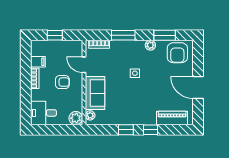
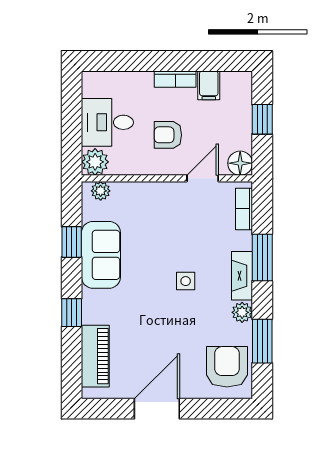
fireplace: (132, 45) -> (242, 276), added
floor lamp: (76, 46) -> (240, 163), added
armchair: (177, 53) -> (227, 367), turned 90
armchair: (62, 82) -> (168, 135), turned 90
sofa: (95, 93) -> (101, 255), moved, turned -90
desk: (43, 113) -> (107, 122), moved, turned -90
window: (126, 130) -> (72, 242), moved

